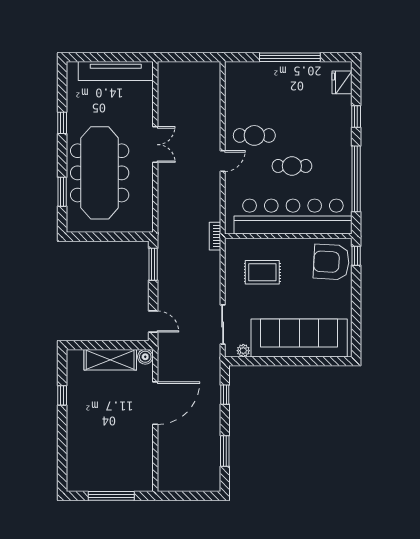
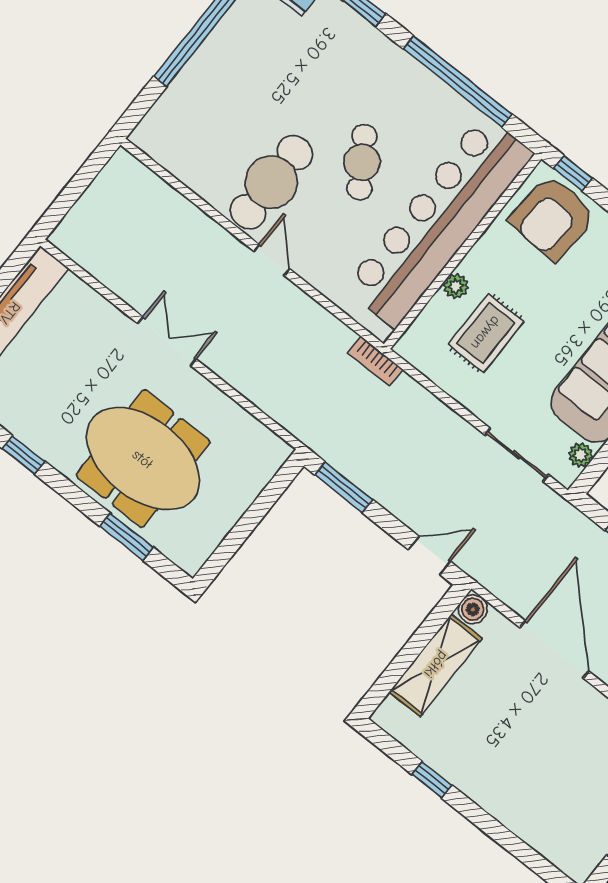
cafe table: (254, 135) -> (271, 182), width x1.37, depth x1.35
cafe table: (292, 166) -> (362, 162), turned -33
meeting table: (100, 173) -> (143, 459), width x0.73
plant: (272, 245) -> (456, 286), added

